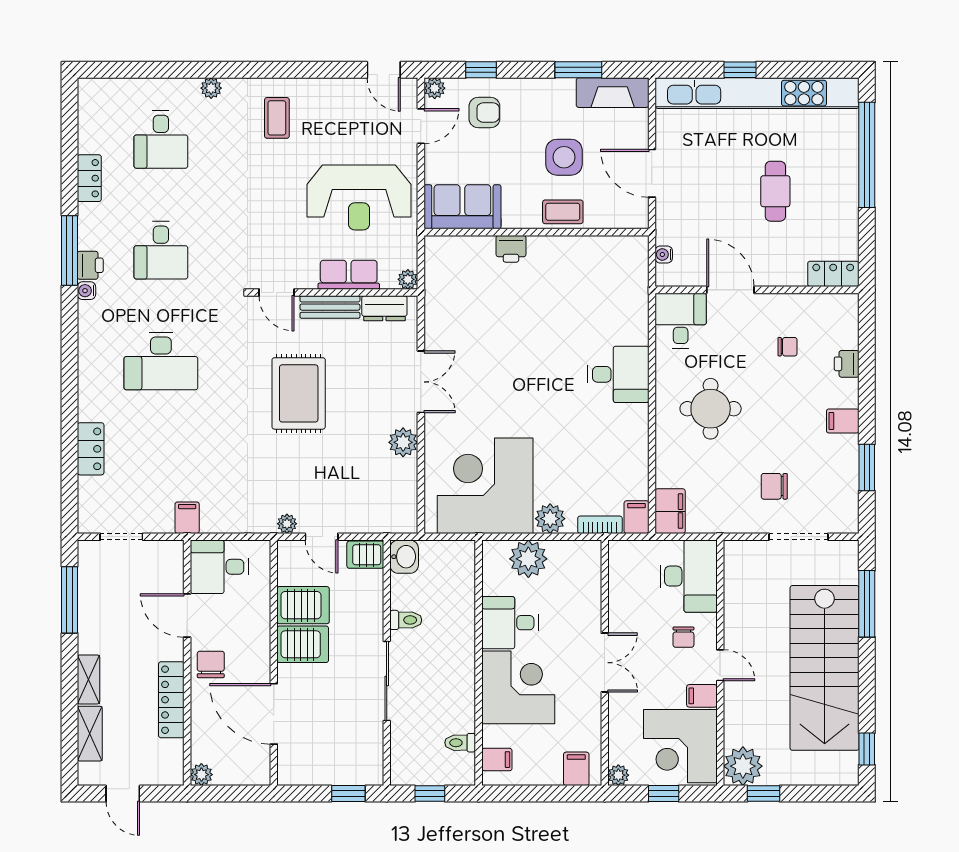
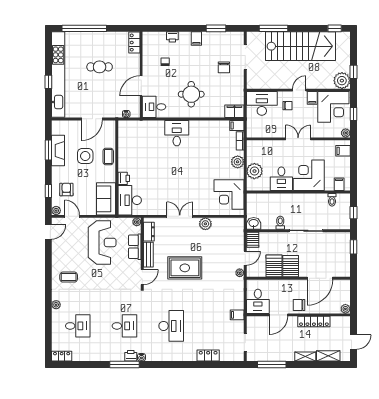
fireplace: (613, 93) -> (58, 150), moved
locker: (89, 178) -> (62, 356), moved
desk: (459, 263) -> (130, 200), added
corner desk: (485, 486) -> (229, 195), width x0.74, depth x0.74

